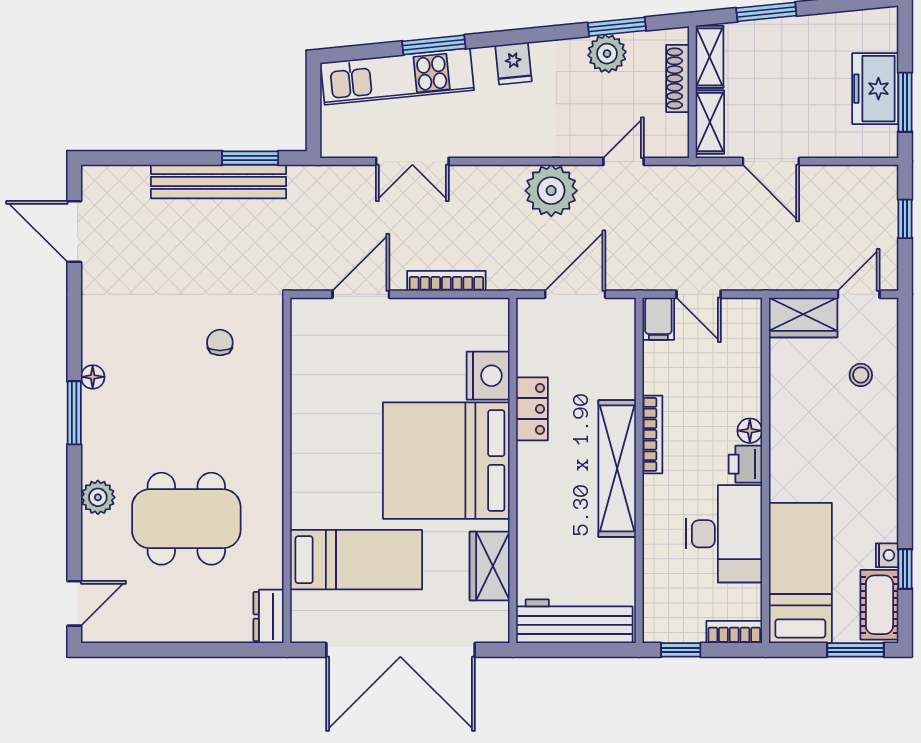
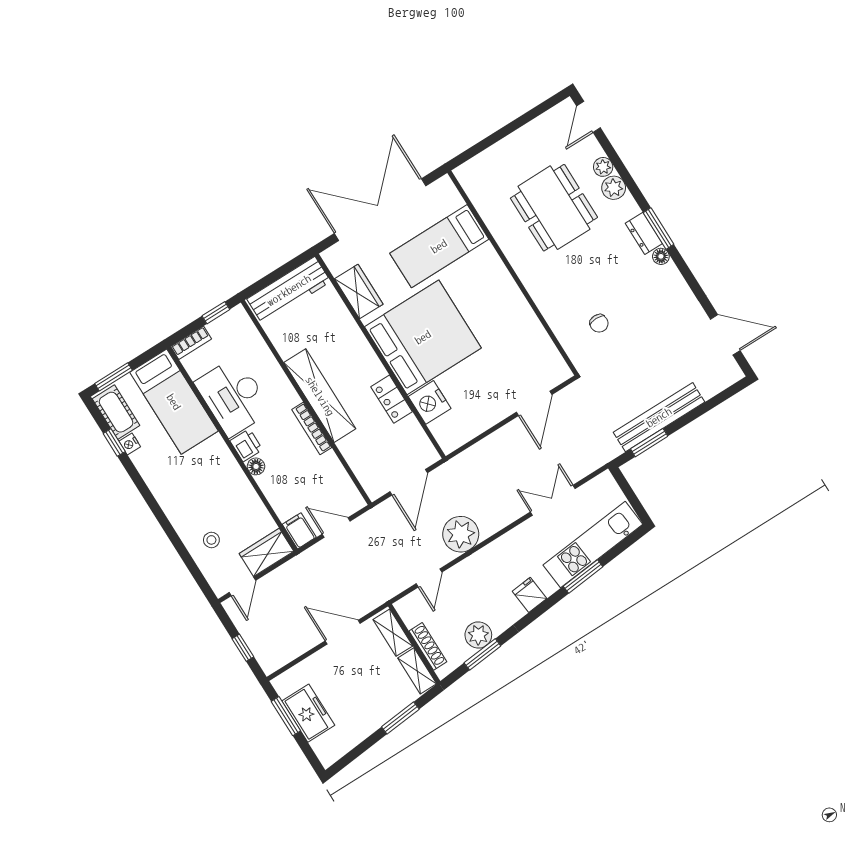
bookcase: (446, 281) -> (489, 443), removed
filing cabinet: (658, 319) -> (299, 531), moved
dining table: (186, 519) -> (554, 208), turned 90
plant: (95, 531) -> (603, 167), added
dresser: (269, 616) -> (644, 233), moved, turned 180

